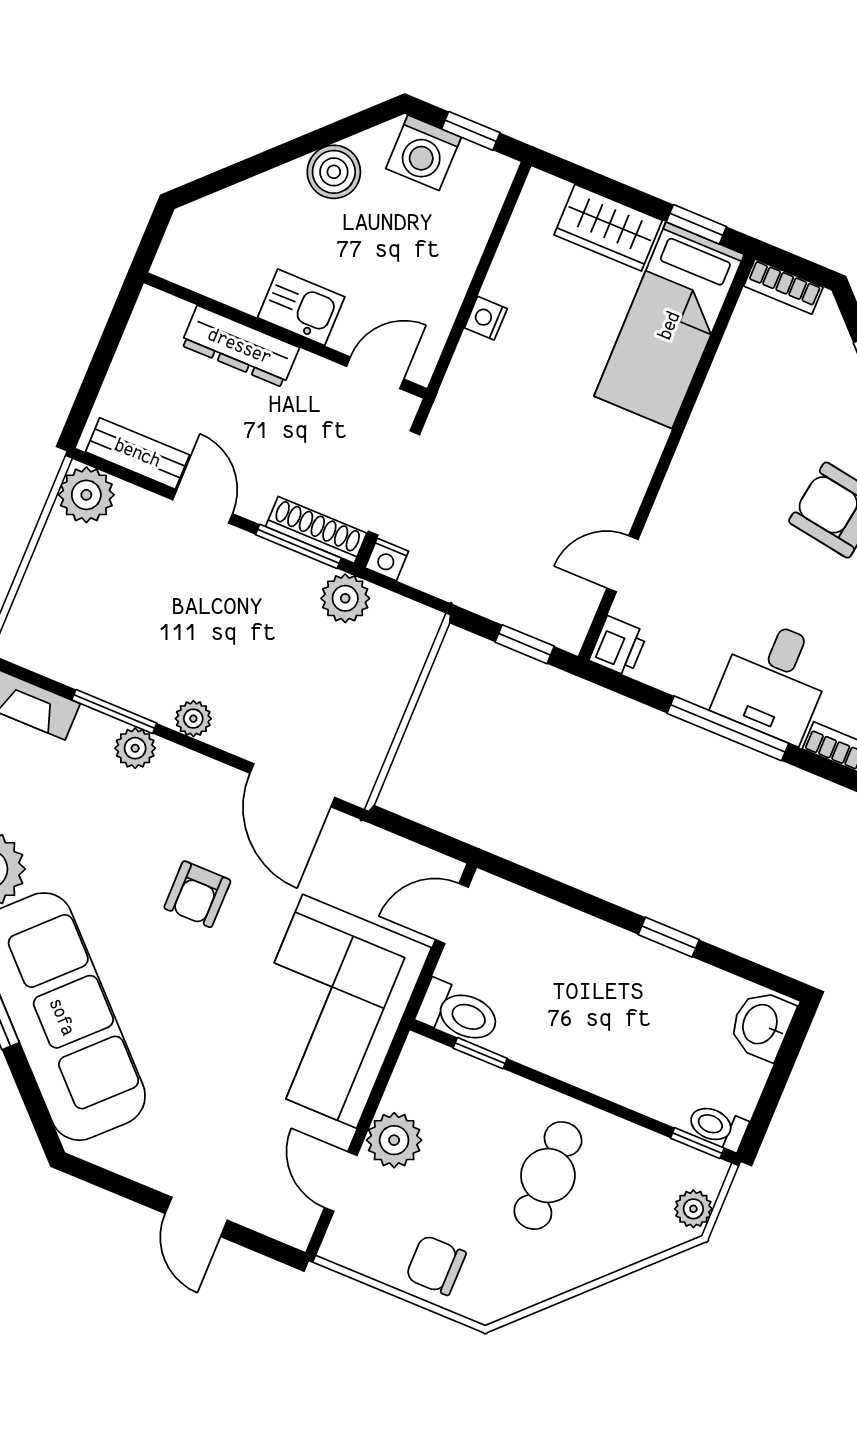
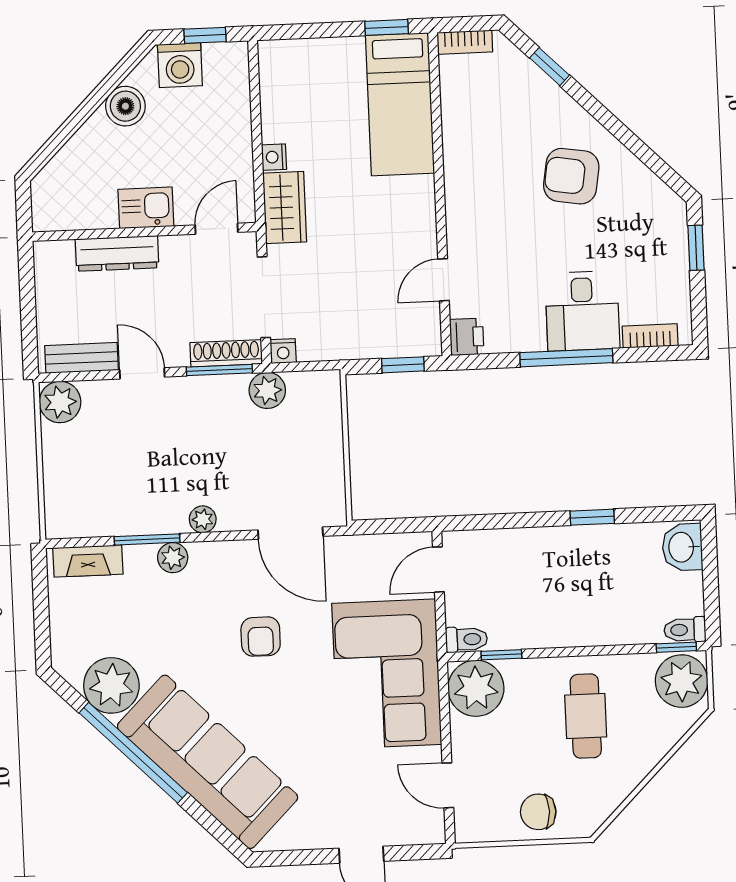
wardrobe: (608, 228) -> (285, 207), moved, turned -90
toilet: (459, 1013) -> (466, 639), width x0.73, depth x0.72
plant: (394, 1140) -> (476, 688), moved, width x1.36, depth x1.36
plant: (693, 1209) -> (682, 681), width x1.88, depth x1.88

